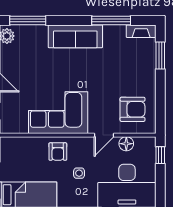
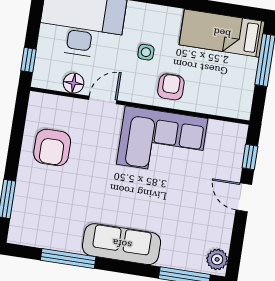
fireplace: (141, 31) -> (28, 237), removed
armchair: (133, 109) -> (52, 147), moved, turned -90

